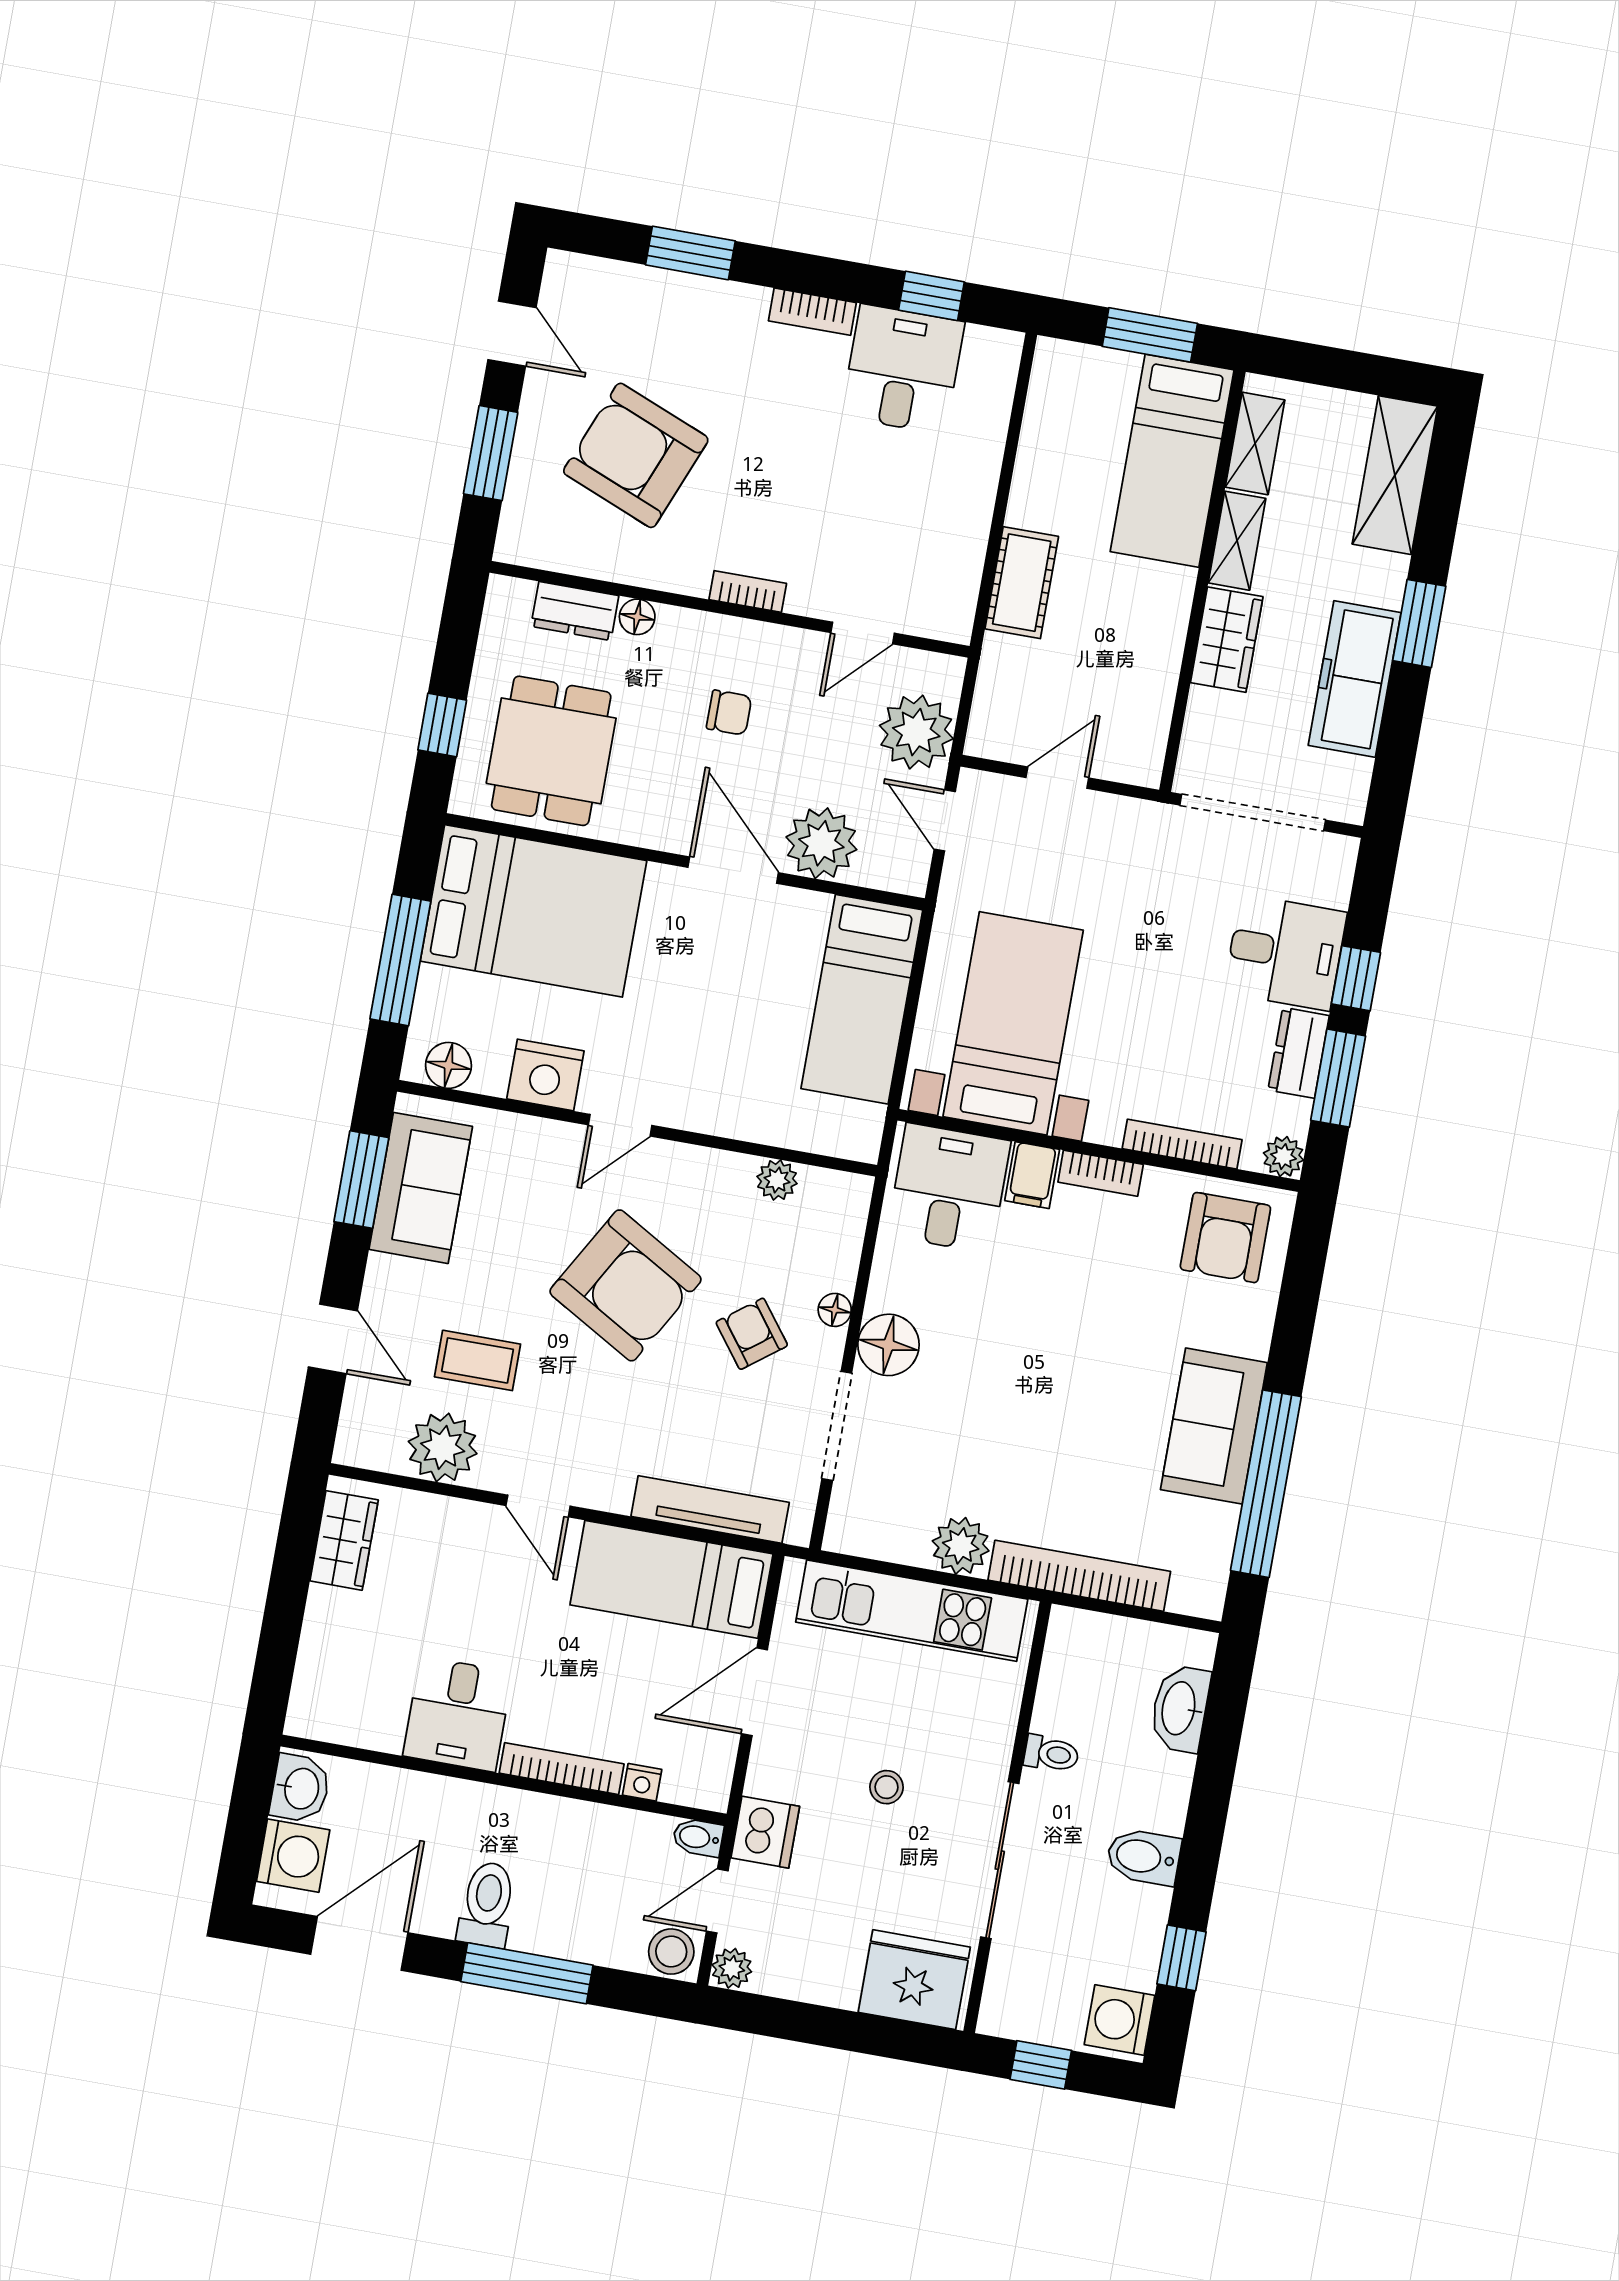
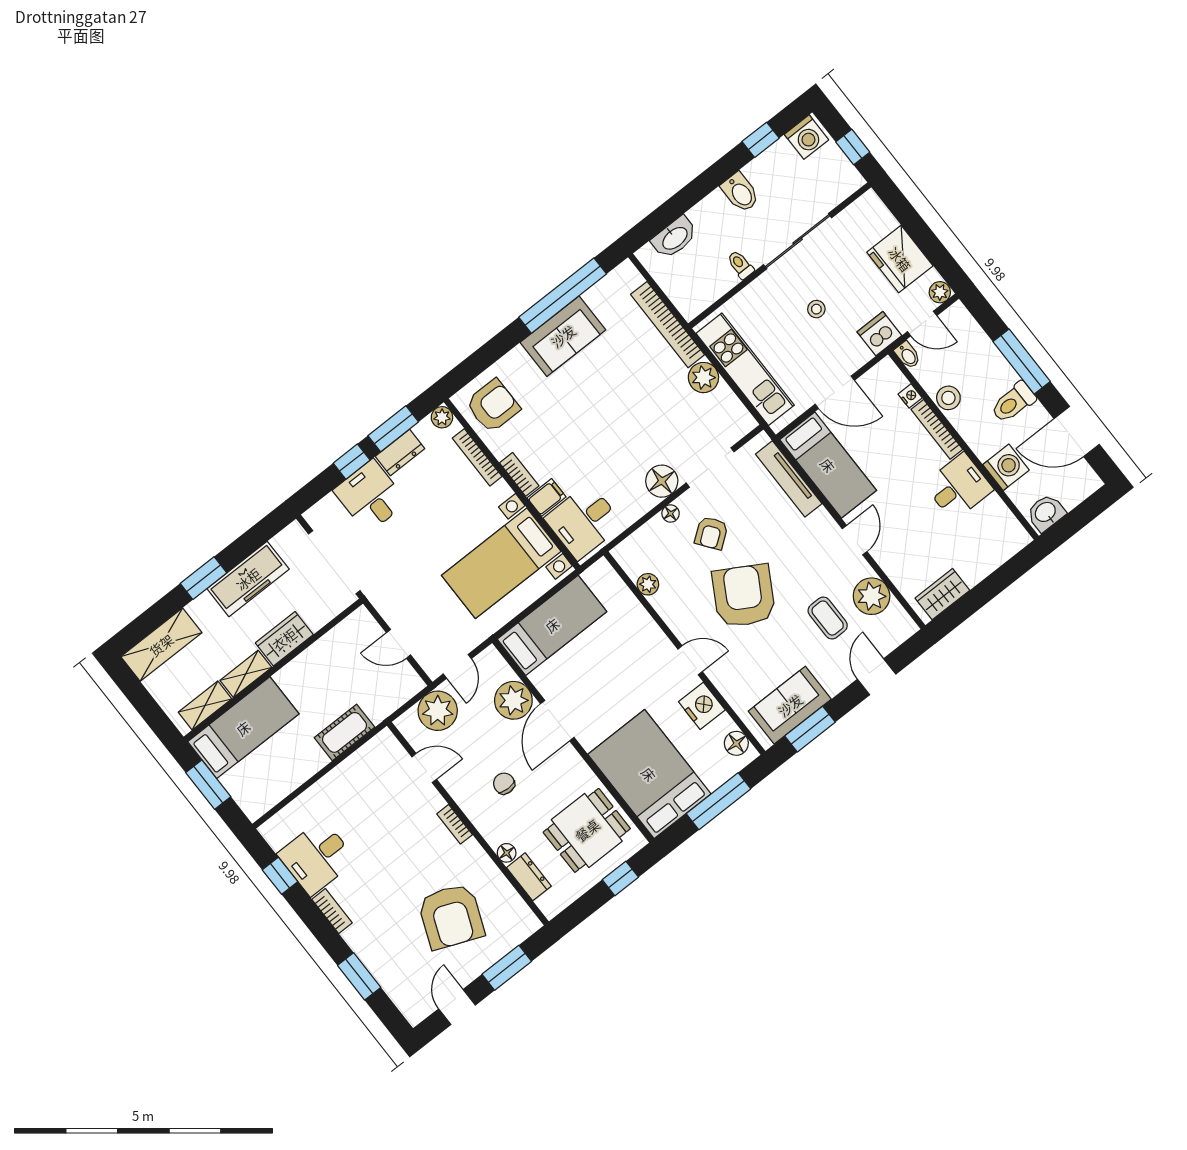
washing machine: (293, 1856) -> (1006, 467), moved, turned 90
stool: (671, 1952) -> (948, 398), moved
fridge: (914, 1980) -> (900, 259), moved

